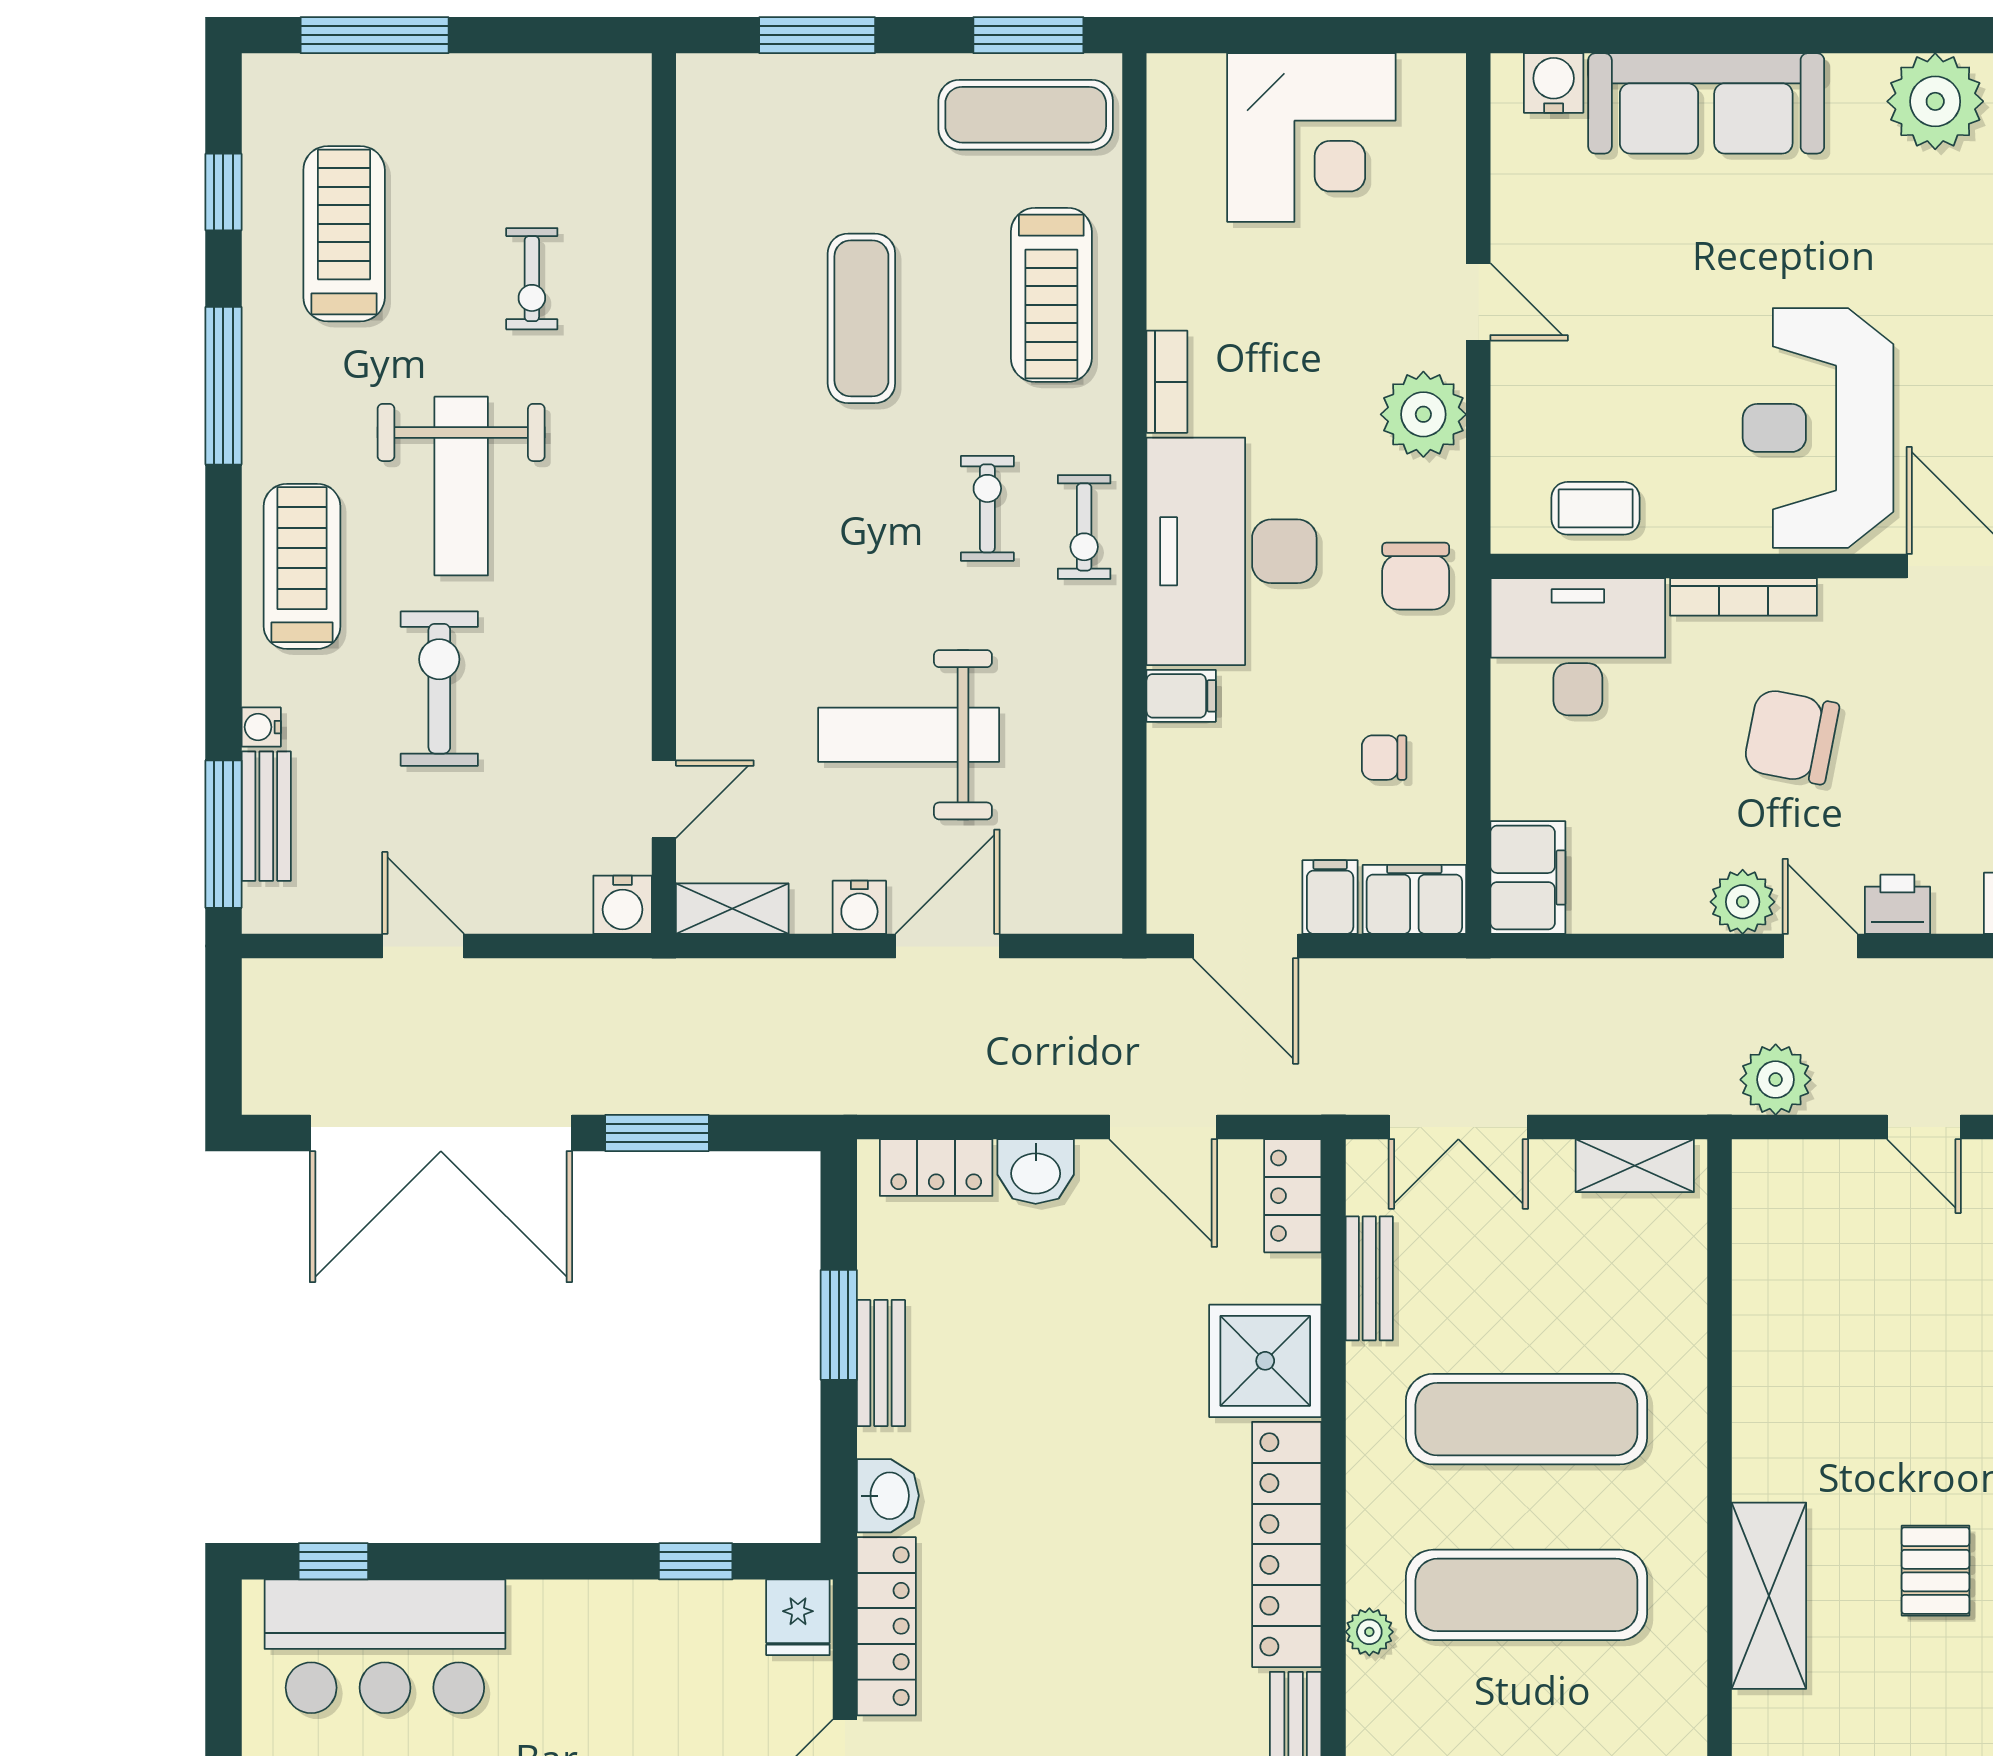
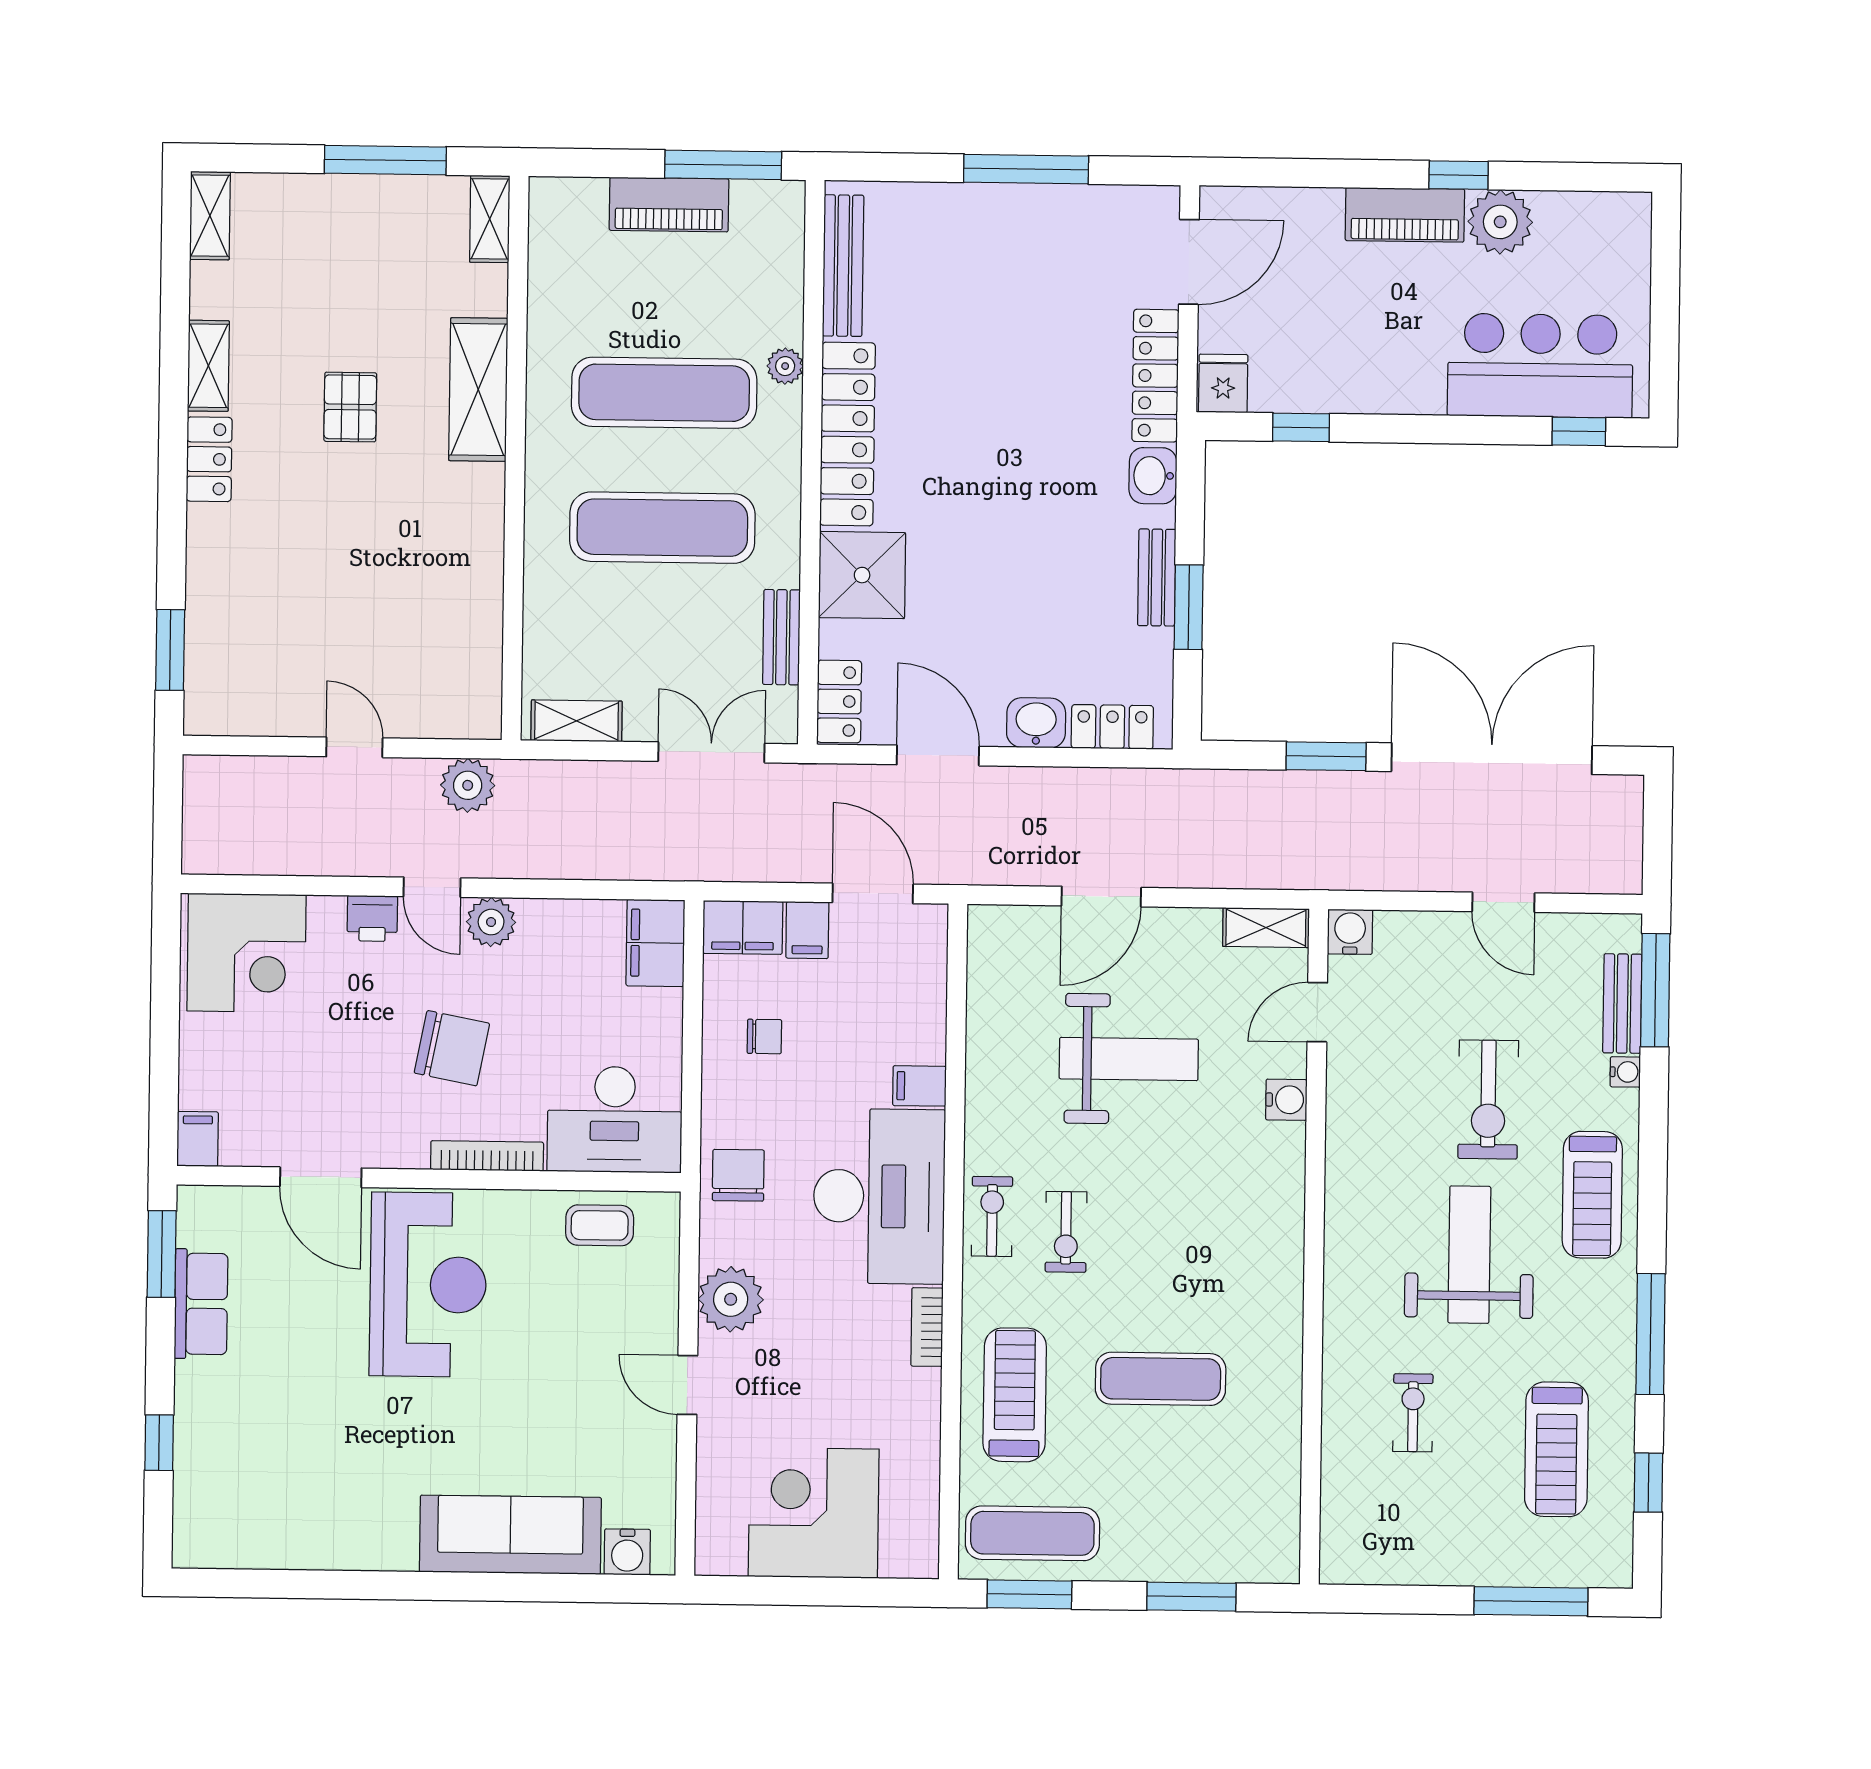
plant: (1935, 101) -> (335, 1534), removed
exercise mat: (861, 318) -> (1161, 1379), turned 90
water cooler: (859, 907) -> (1286, 1100), moved, turned 90

